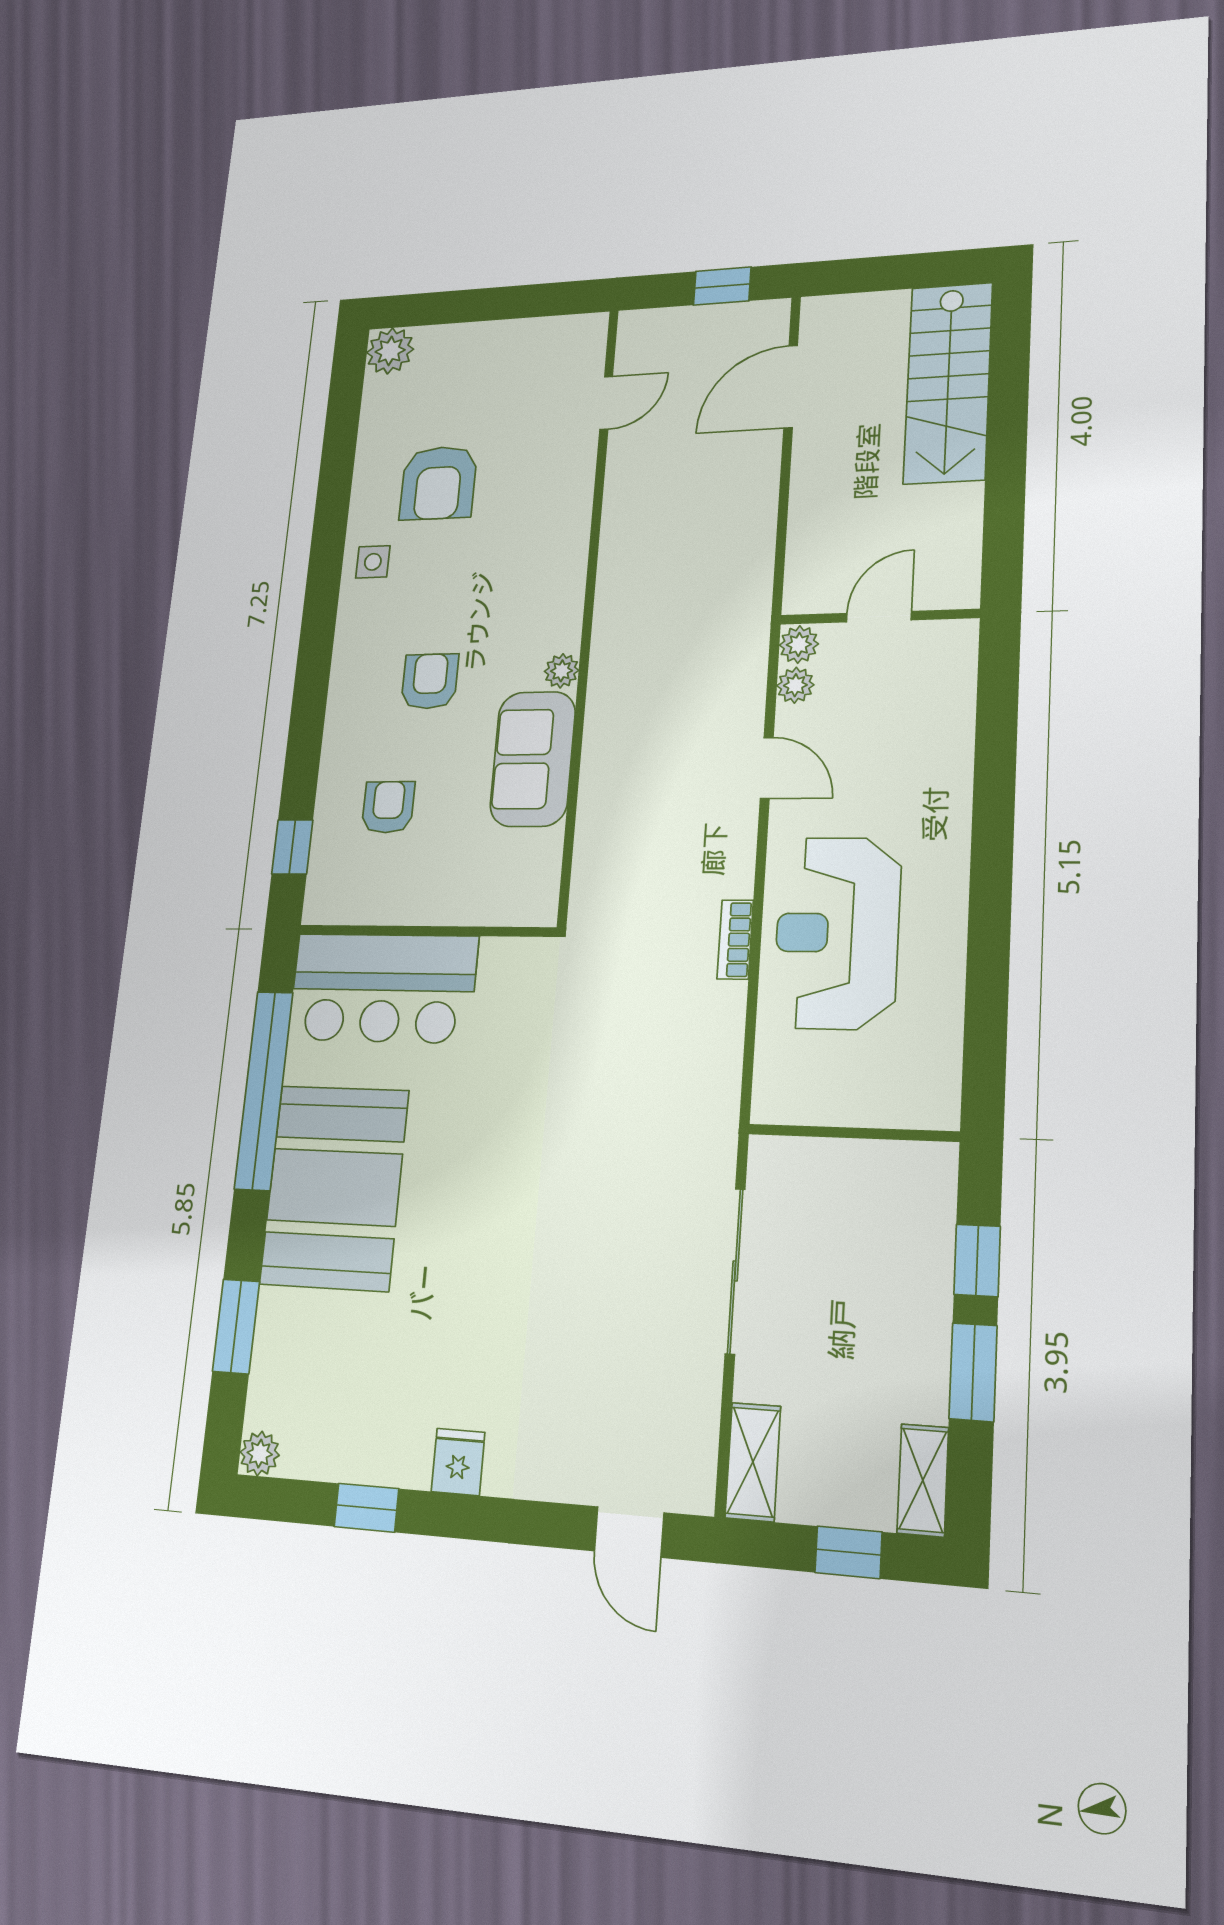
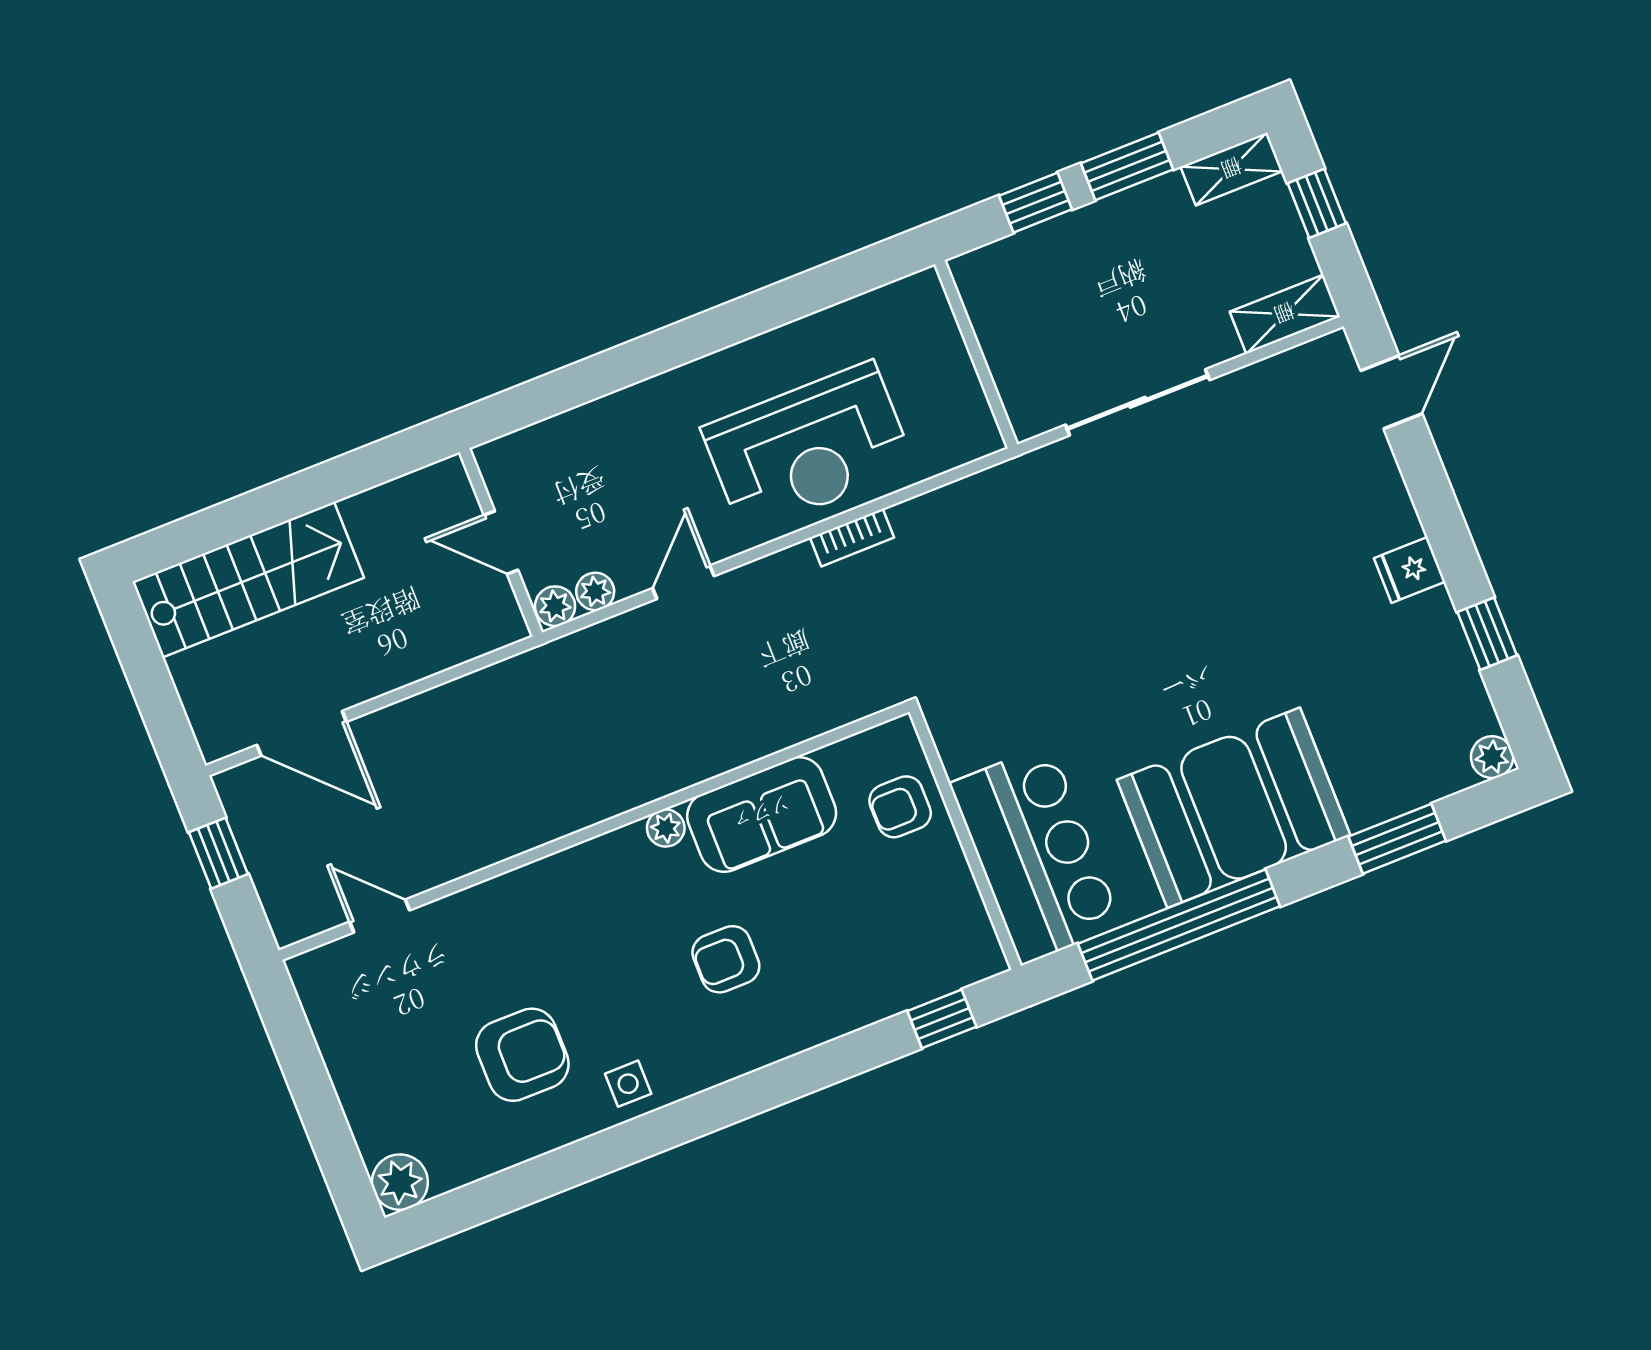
armchair: (388, 807) -> (900, 807), moved

